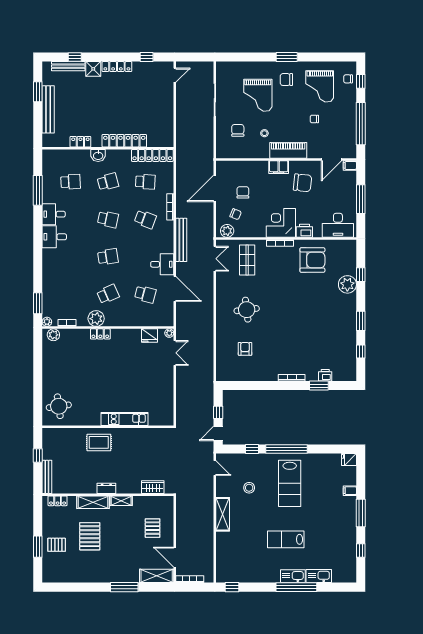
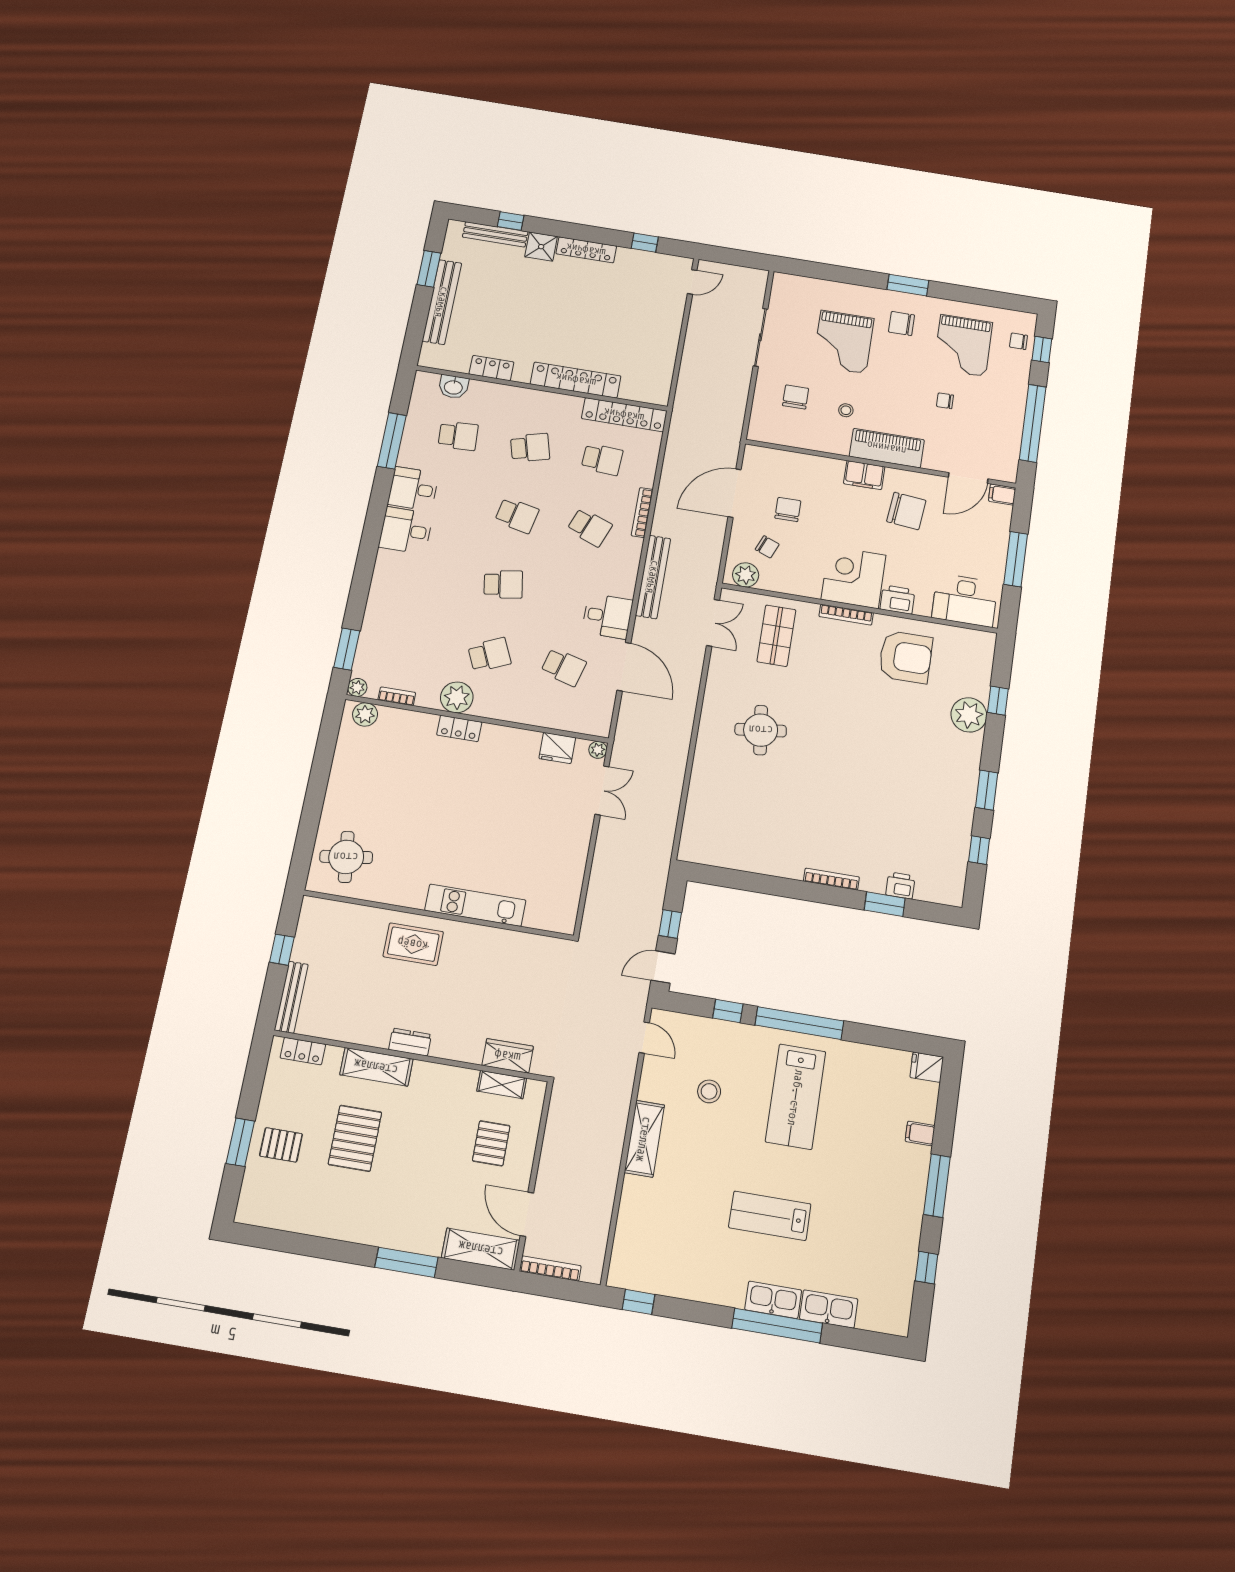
washbasin: (98, 155) -> (453, 387), moved
armchair: (245, 349) -> (745, 806), removed
shelving: (121, 501) -> (502, 1085), moved

